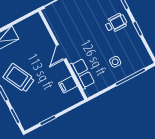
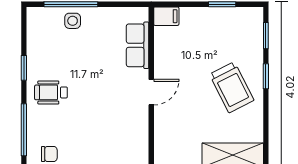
side table: (115, 62) -> (73, 21), moved
filing cabinet: (68, 85) -> (166, 16), moved

